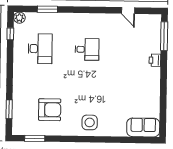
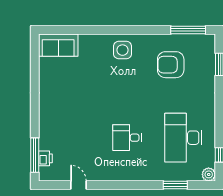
desk: (40, 49) -> (183, 138), width x1.36, depth x1.30
printer: (155, 60) -> (45, 158), moved
window: (35, 138) -> (188, 30), width x1.44

